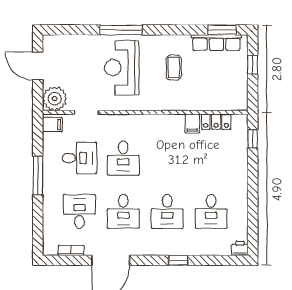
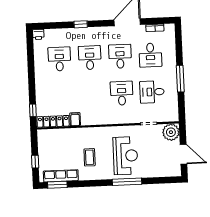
locker: (216, 122) -> (53, 121), width x1.53
filing cabinet: (52, 124) -> (172, 114), removed

